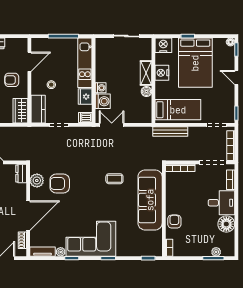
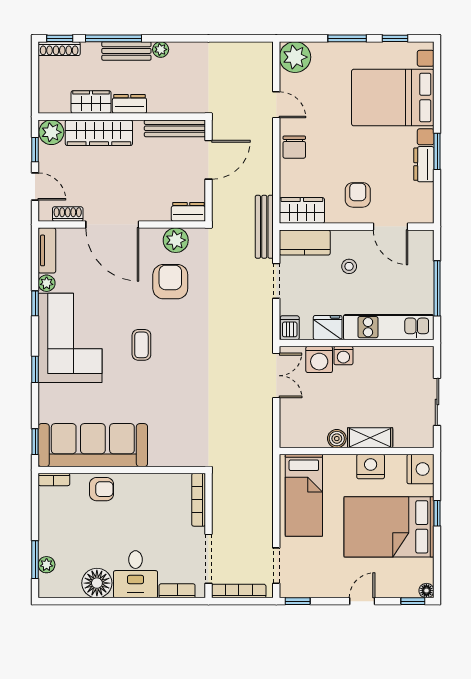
bench: (170, 132) -> (264, 227), moved
coffee table: (114, 179) -> (141, 345), moved
sofa: (150, 200) -> (93, 445), moved

